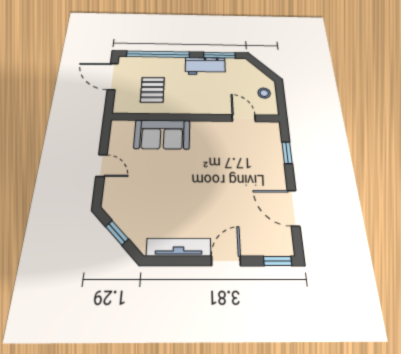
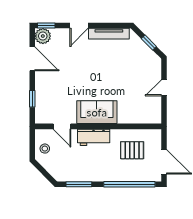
workbench: (205, 66) -> (94, 137), moved, turned 180
pallet: (152, 90) -> (132, 150), turned 90
sofa: (162, 134) -> (97, 112), moved
door: (102, 166) -> (164, 88), hinge flipped
plant: (281, 243) -> (43, 36), added

